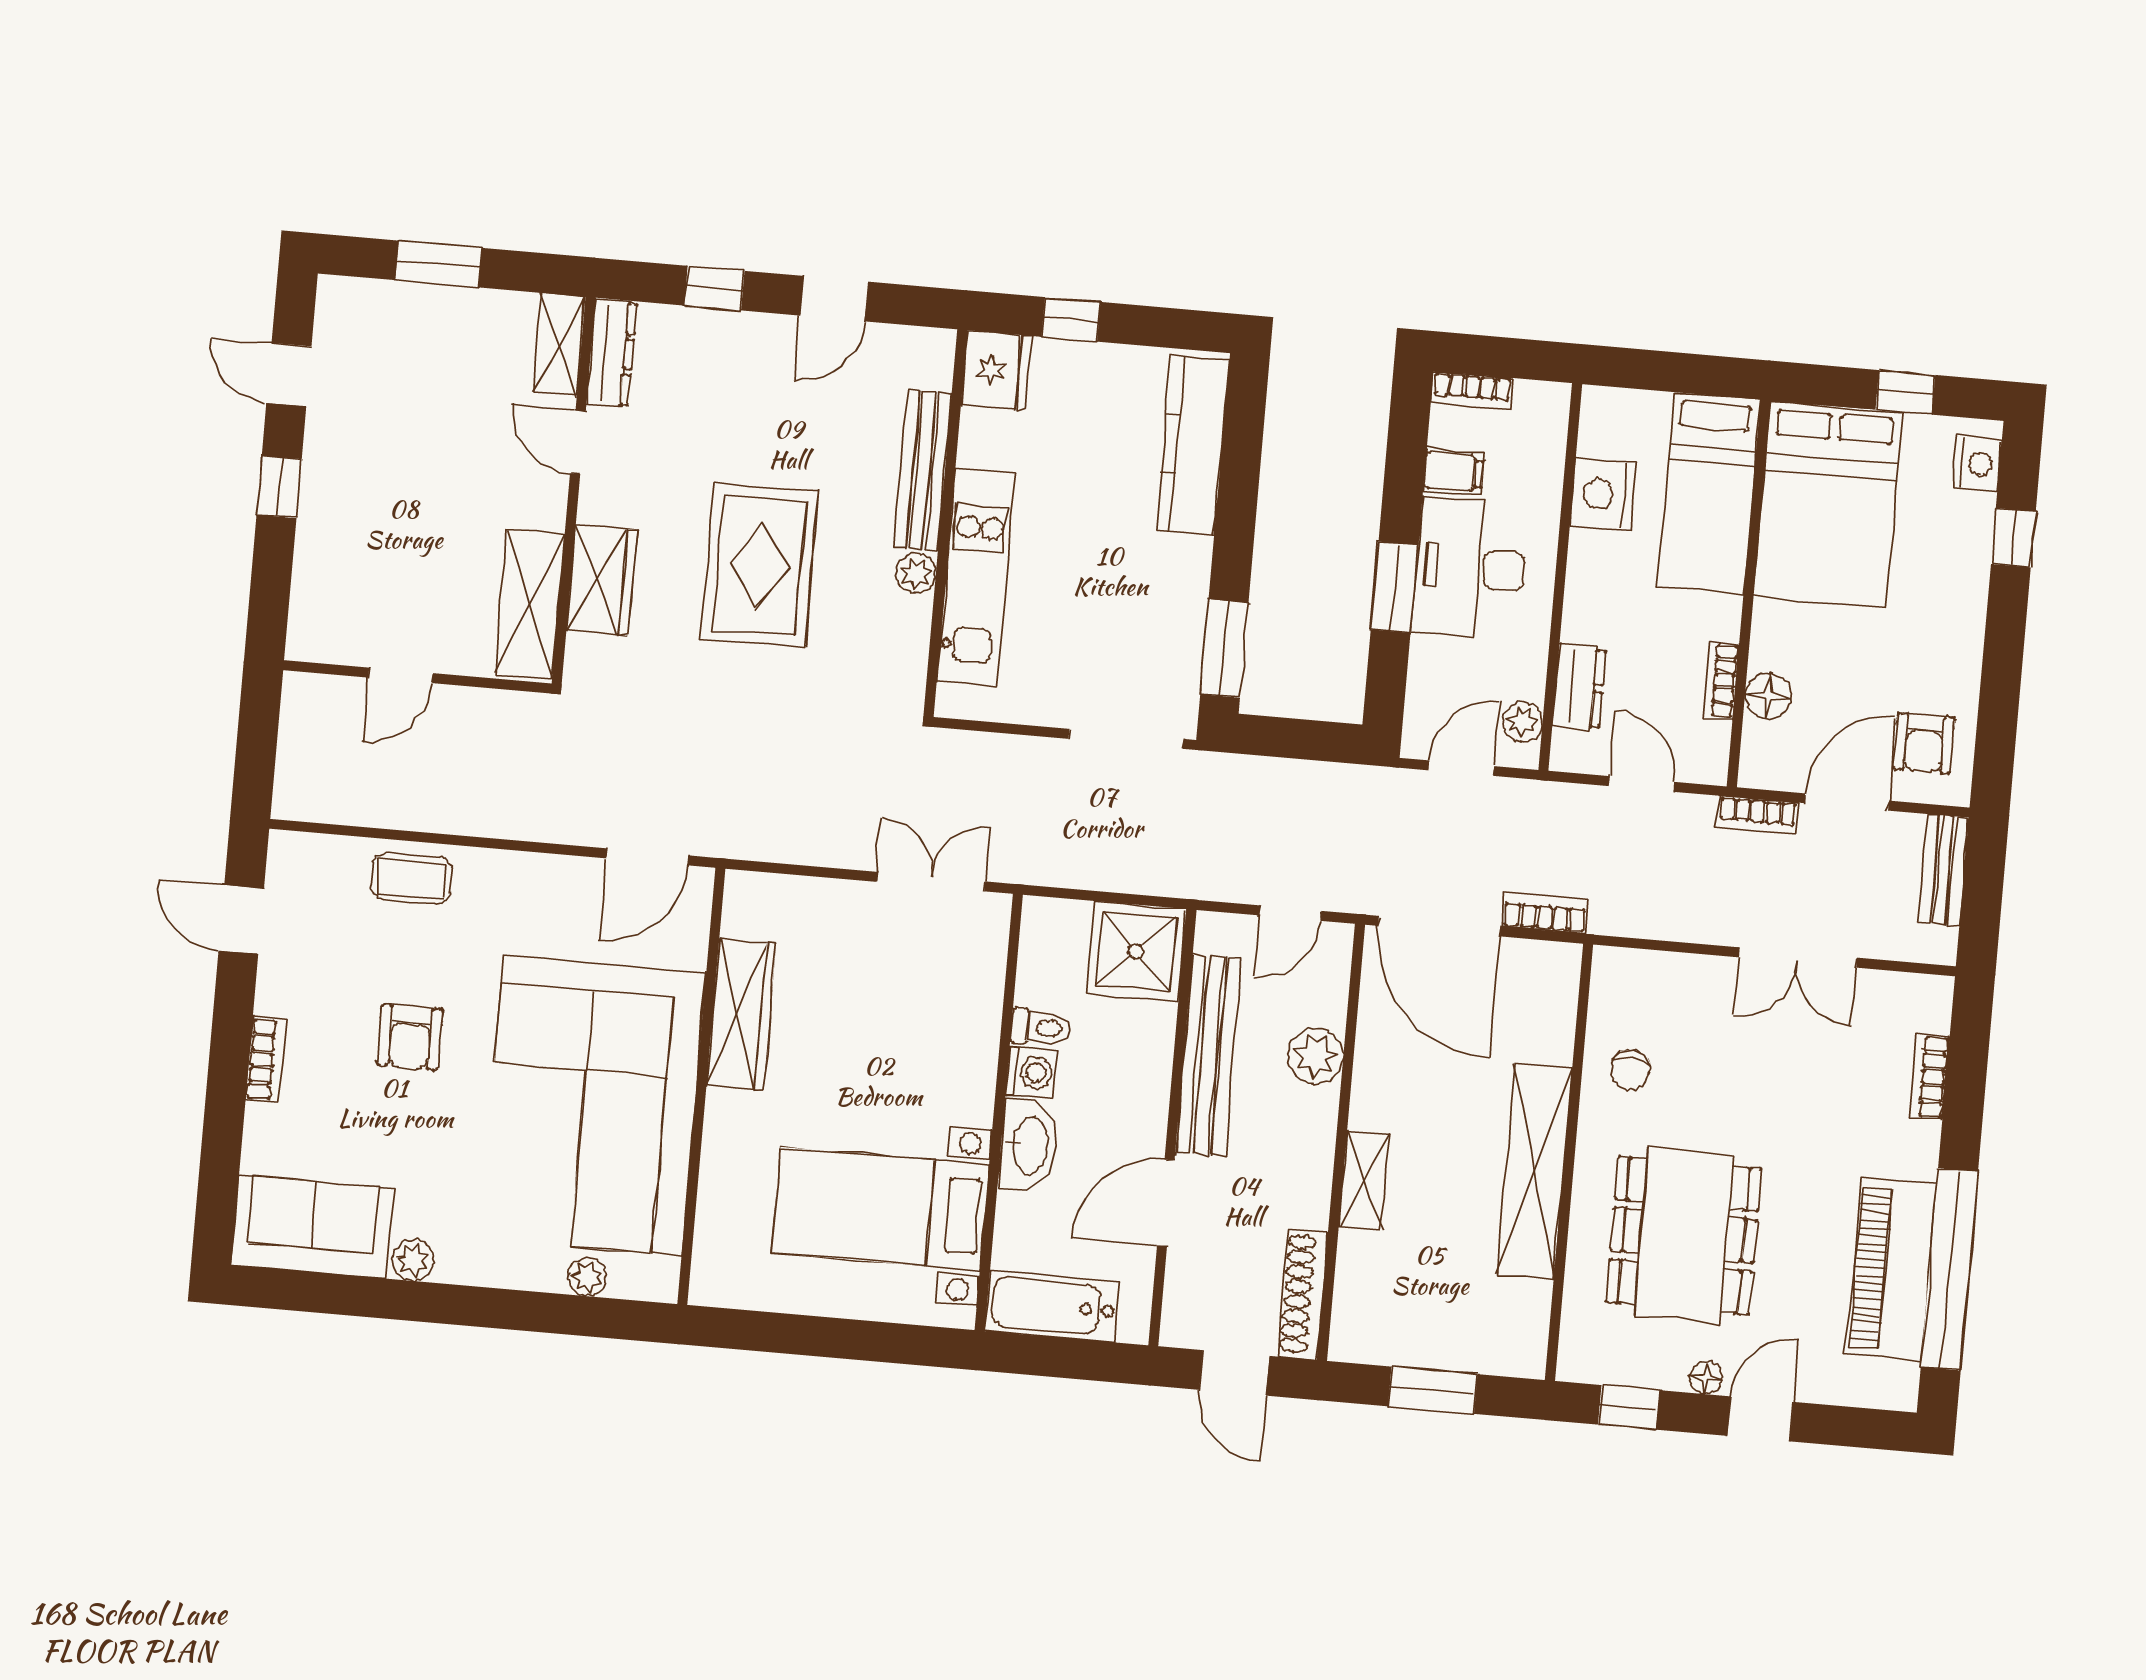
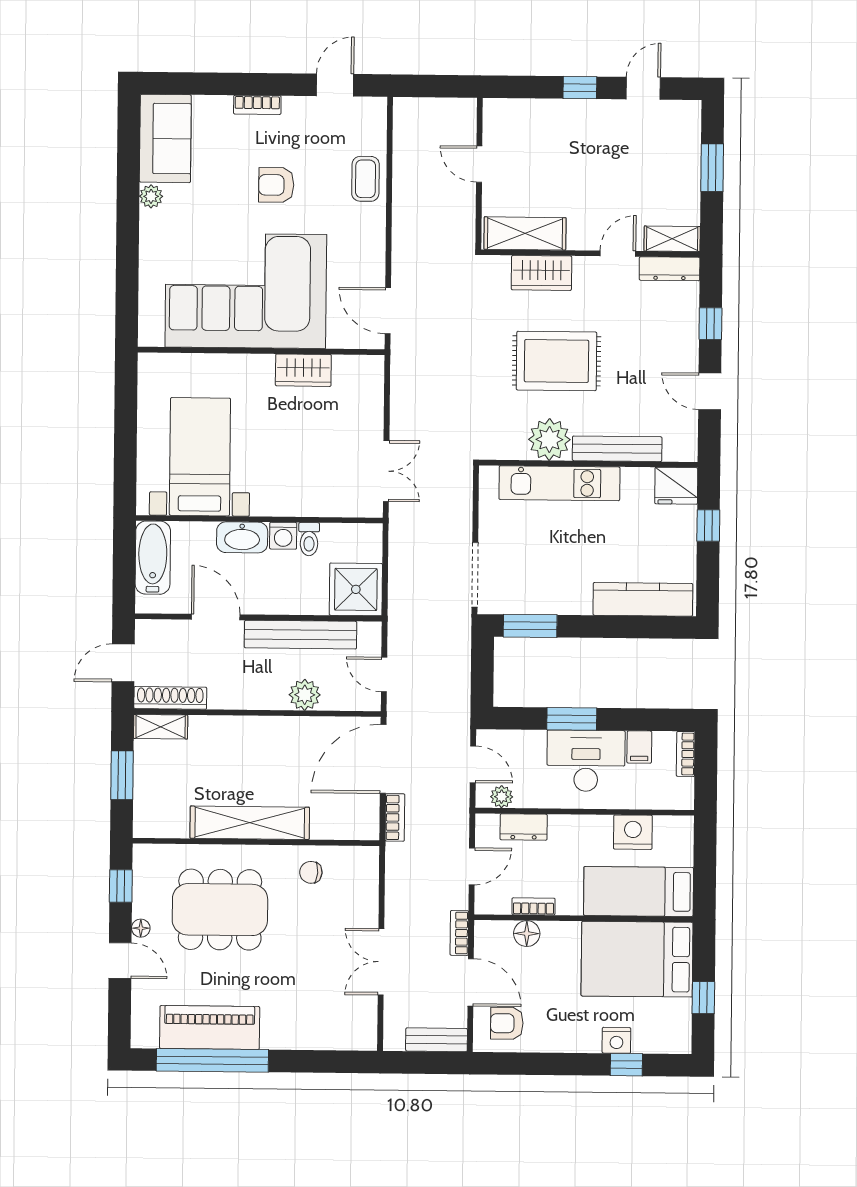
nightstand: (1977, 464) -> (616, 1040), moved
plant: (916, 573) -> (549, 439), width x1.88, depth x1.88
wardrobe: (741, 1014) -> (303, 370), width x0.67
bookcase: (1929, 1077) -> (320, 1041), removed
shelving: (1364, 1180) -> (161, 727), moved
plant: (588, 1277) -> (149, 295), removed

